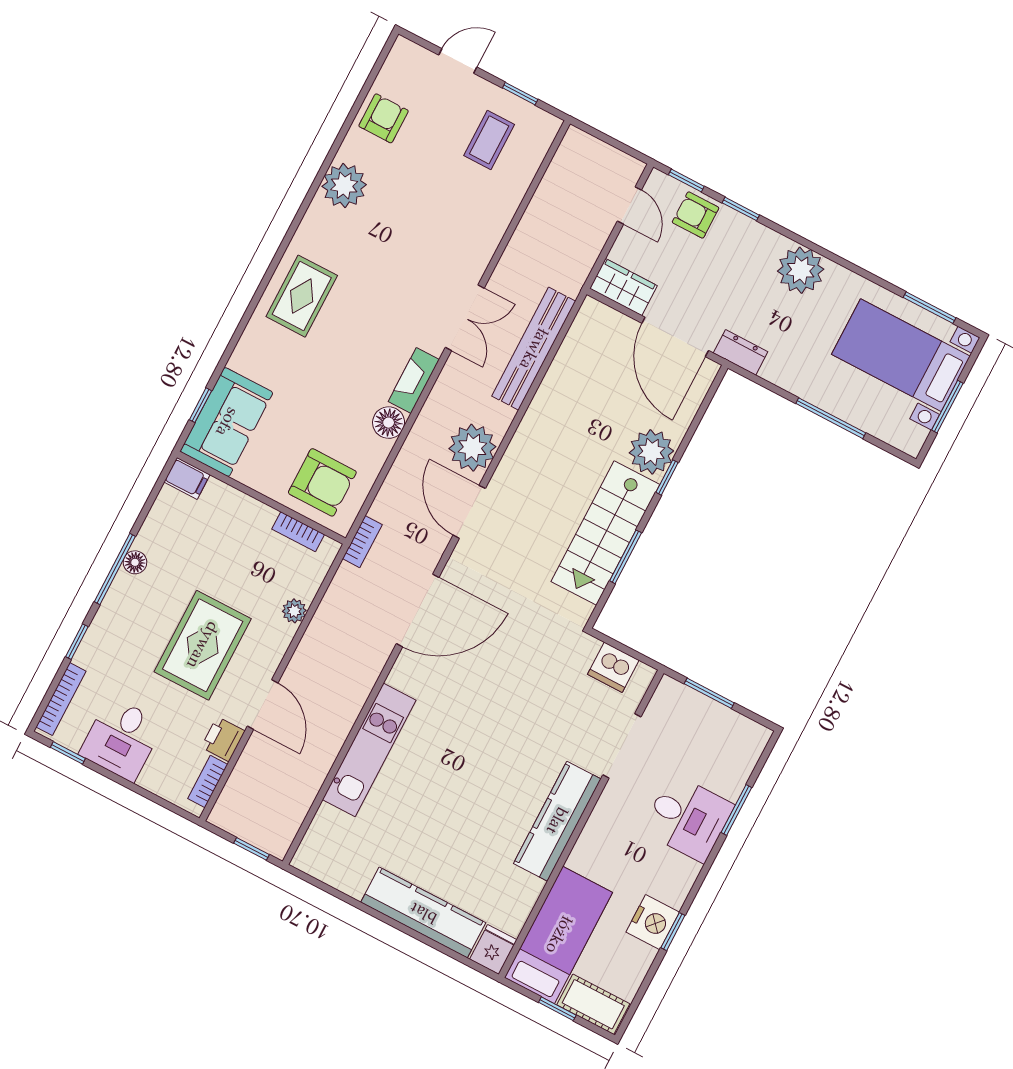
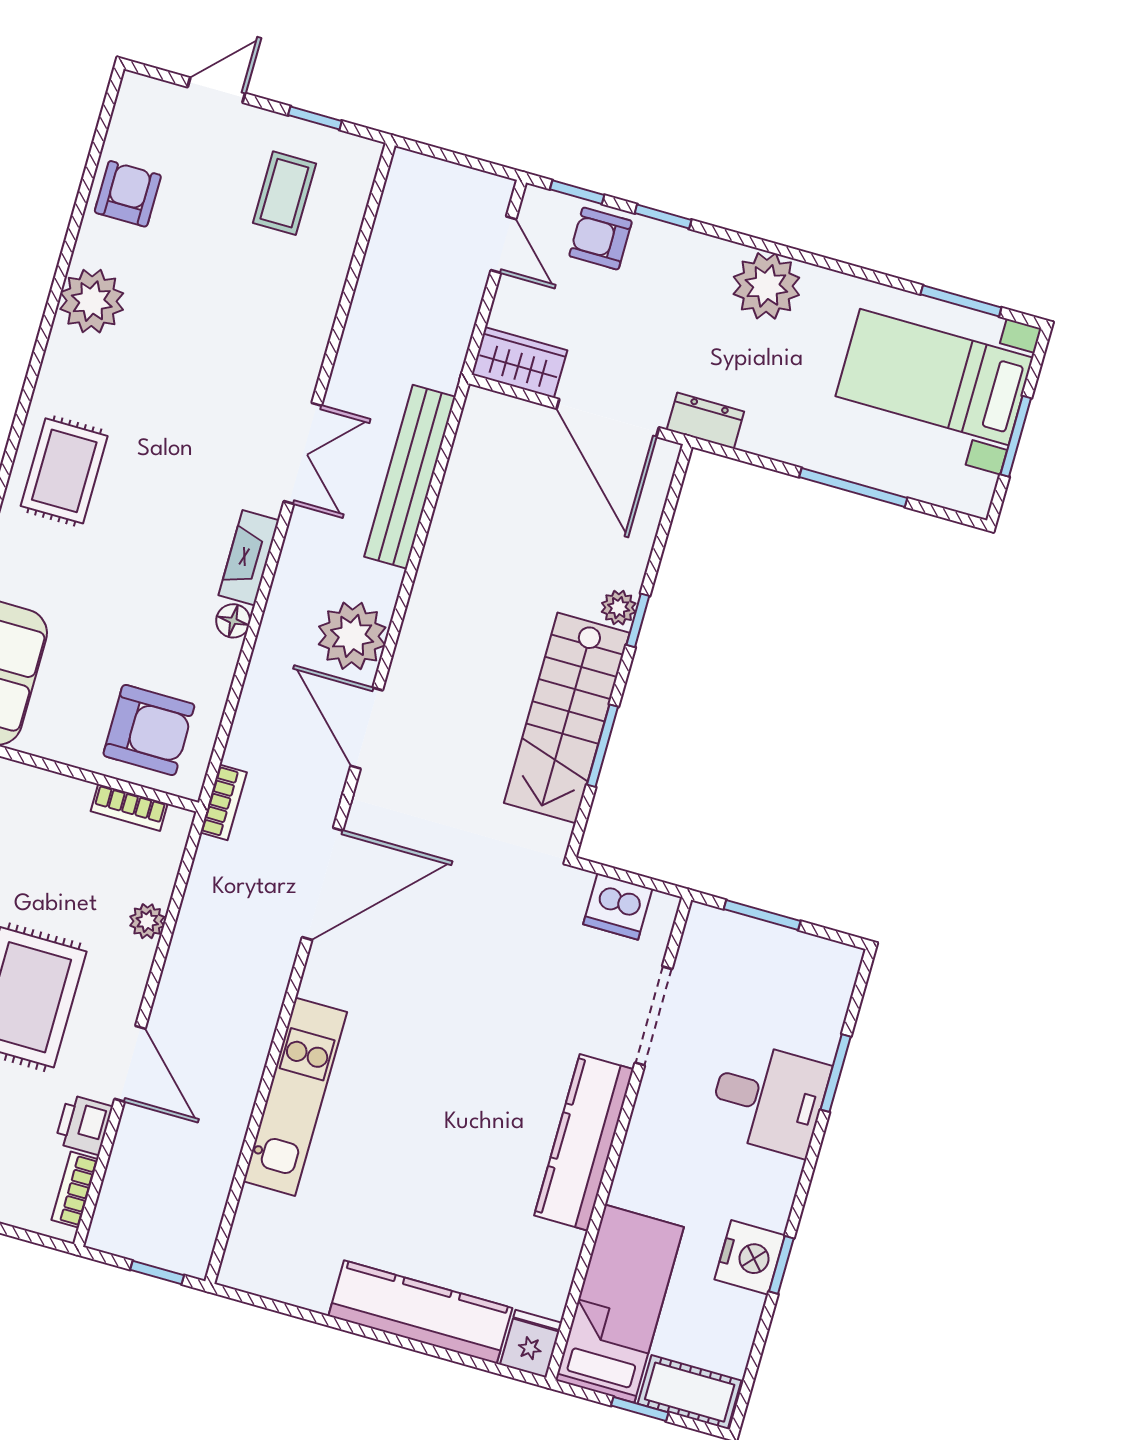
floor lamp: (389, 423) -> (233, 621), width x0.73, depth x0.73
plant: (651, 452) -> (619, 608), width x0.53, depth x0.53

